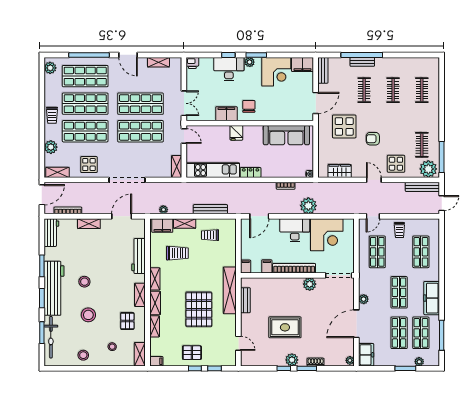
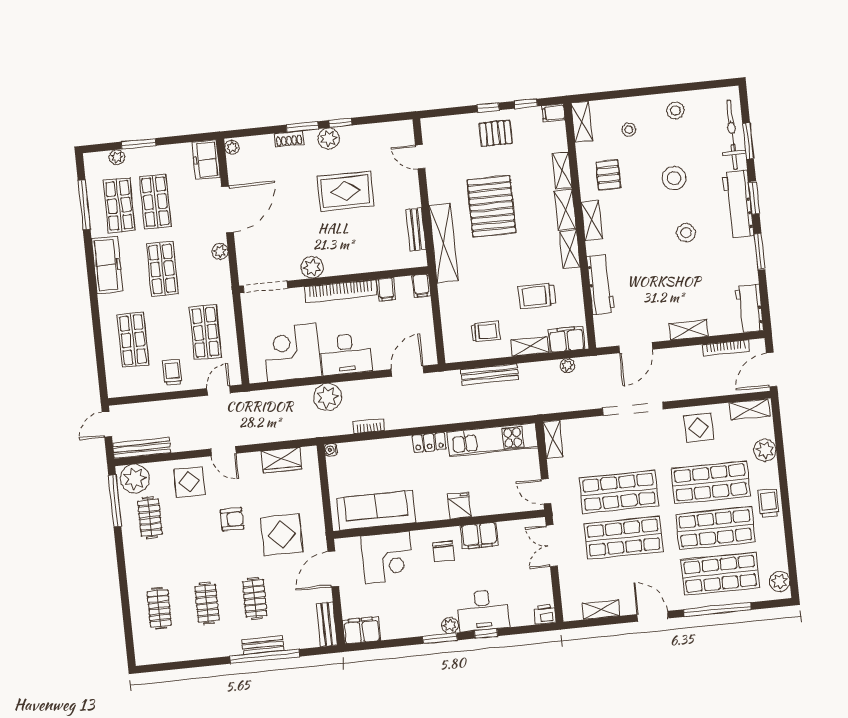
corner desk: (276, 72) -> (387, 558), moved, turned 180
workbench: (54, 288) -> (738, 204), width x0.73, depth x0.76
window: (215, 368) -> (526, 104), moved

